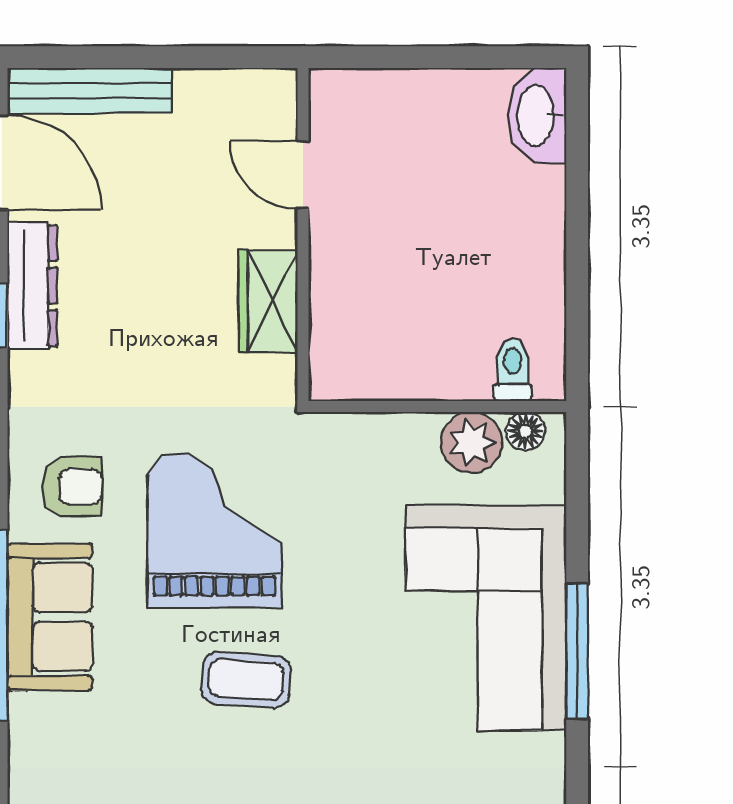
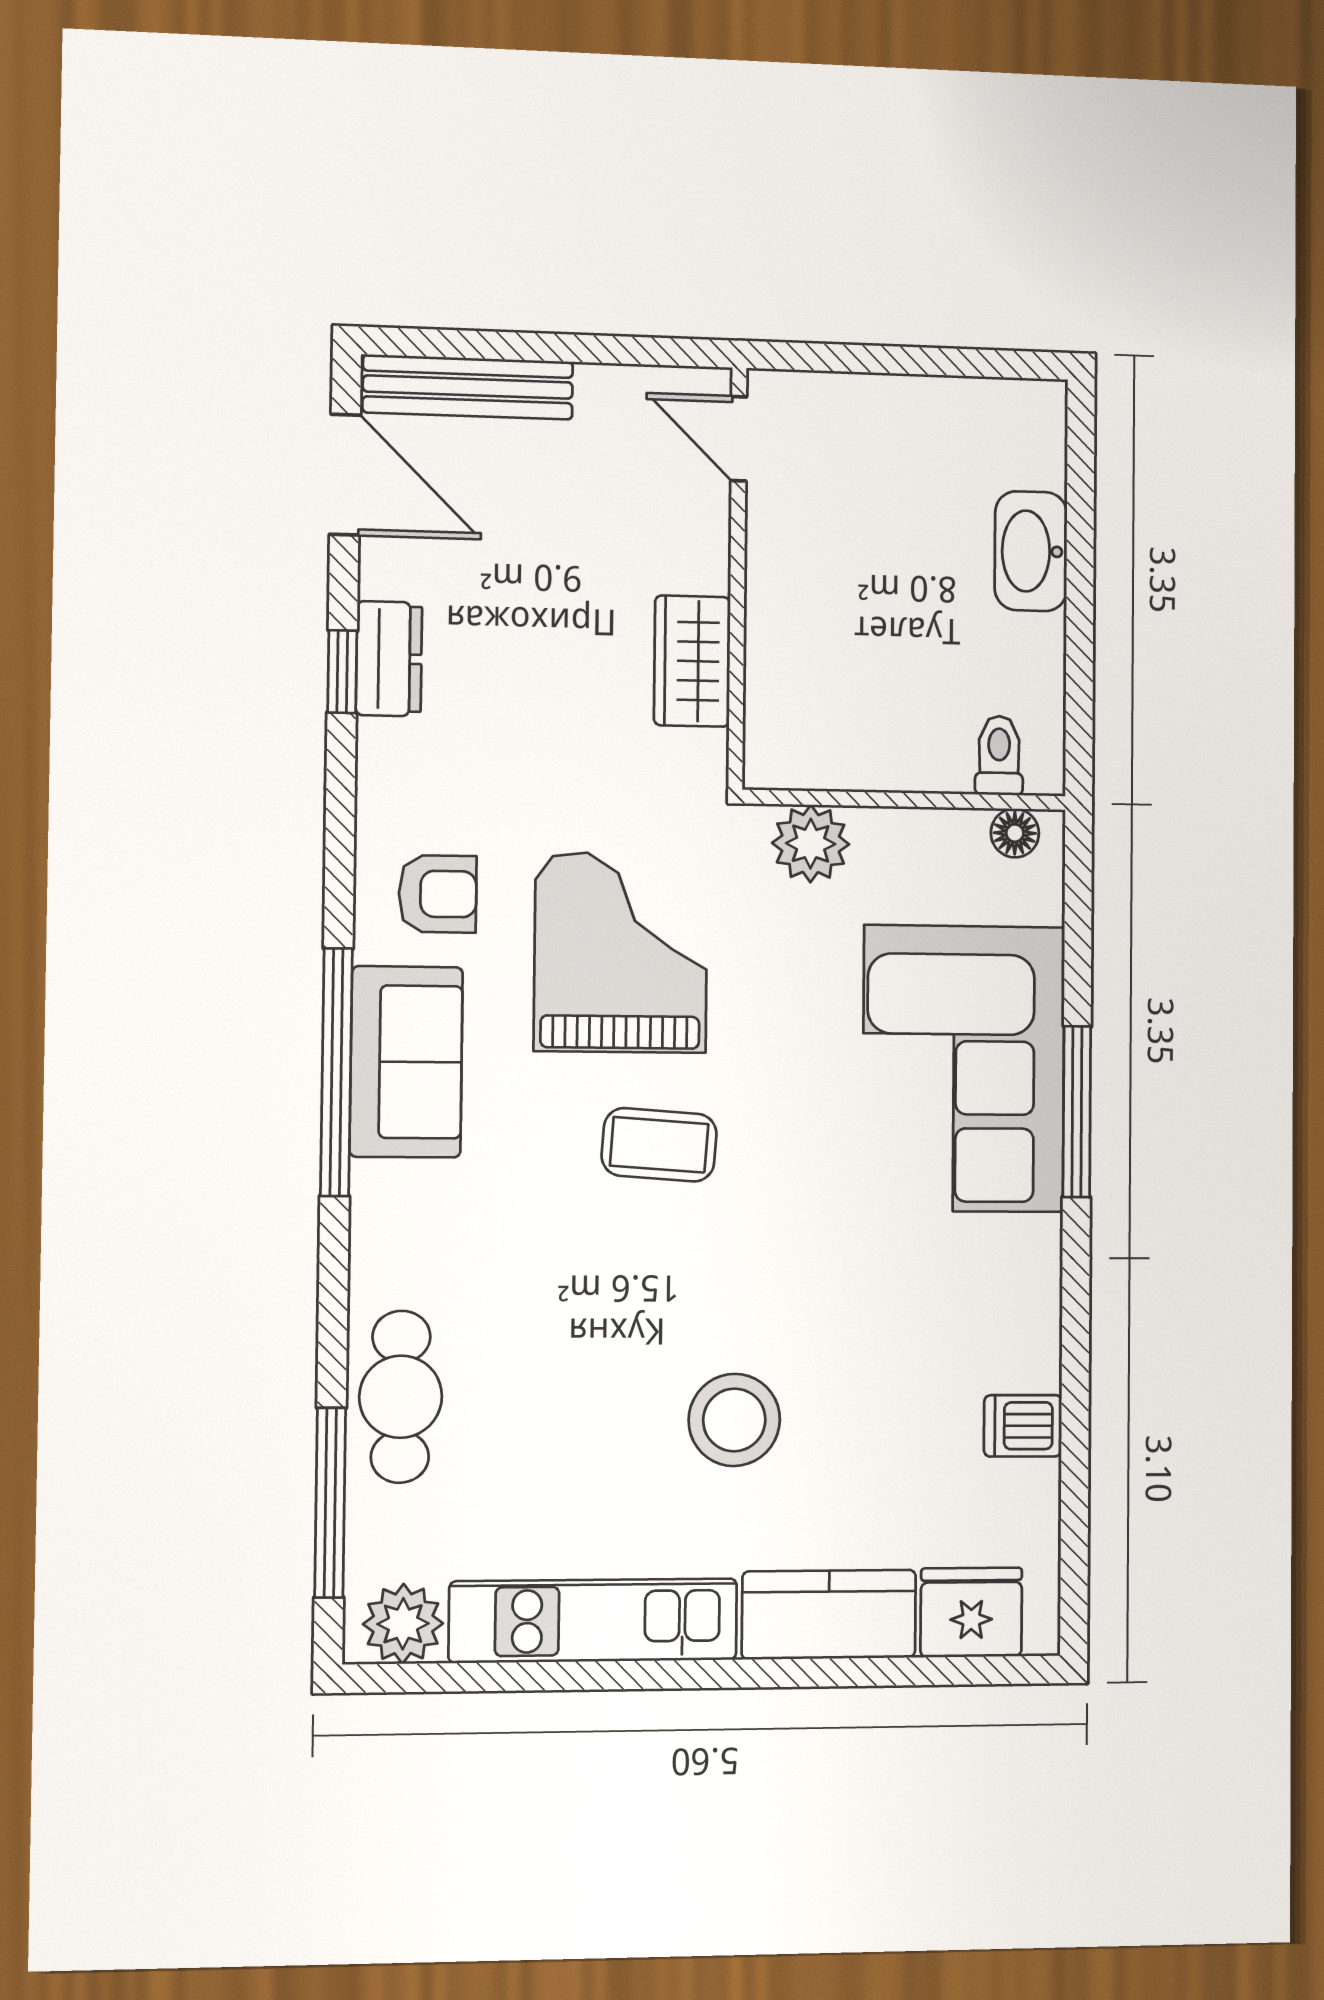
washbasin: (537, 115) -> (1031, 551), moved
door: (303, 175) -> (739, 439), moved
dresser: (32, 285) -> (389, 659), width x0.70
plant: (472, 442) -> (811, 844), moved

